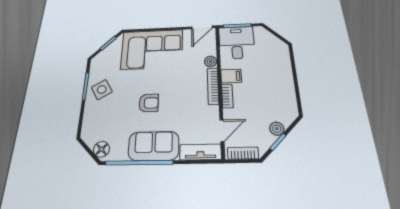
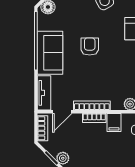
bookcase: (213, 86) -> (92, 106), moved
armchair: (149, 103) -> (90, 46), turned 180
door: (222, 131) -> (62, 112), hinge flipped

